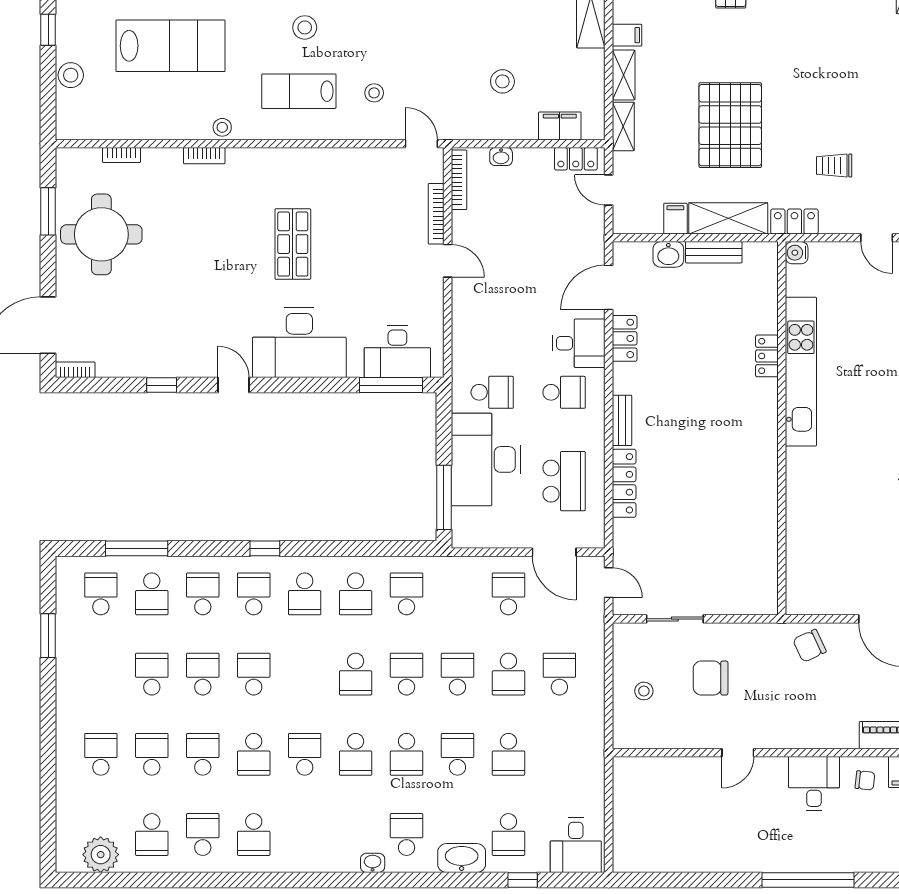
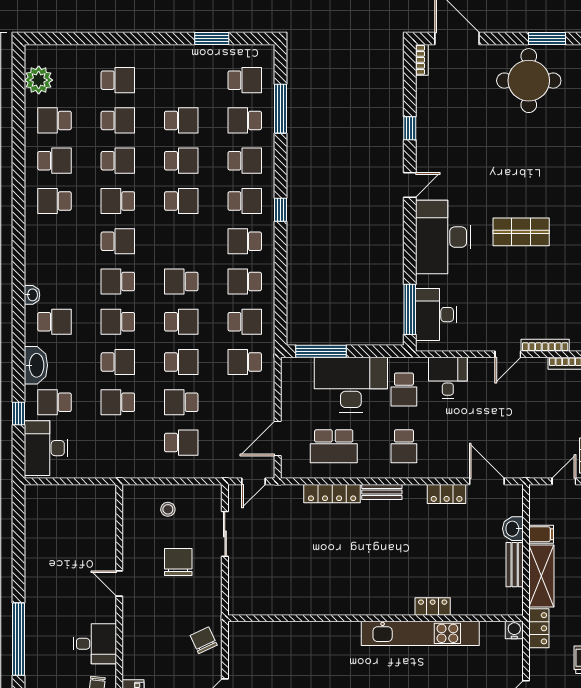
desk: (579, 343) -> (448, 378), moved, turned 180
school desk: (508, 594) -> (245, 362), moved, turned 180
desk: (576, 845) -> (46, 448), width x1.37

